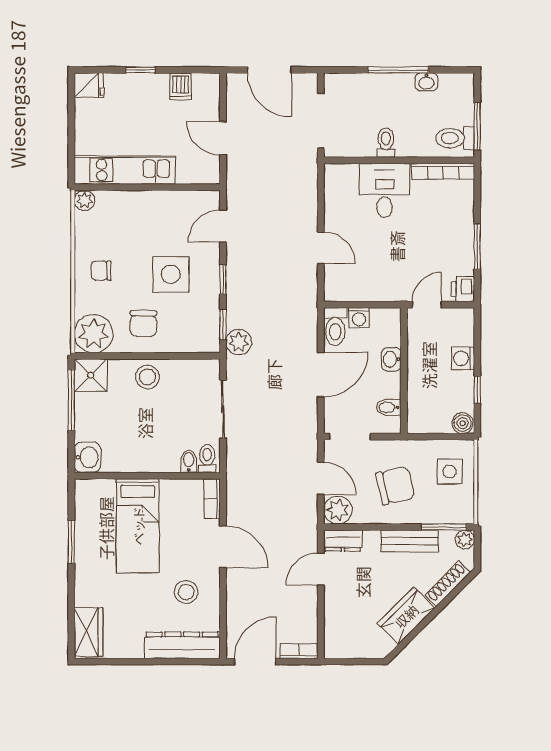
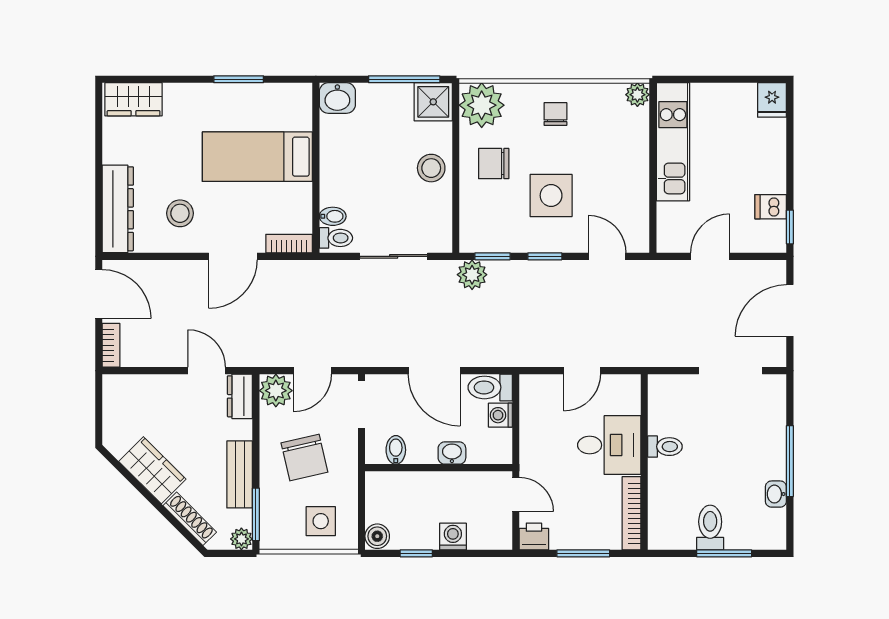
window: (140, 70) -> (790, 227), moved
toilet: (386, 143) -> (665, 447), moved
wall: (399, 160) -> (644, 462), moved
bookcase: (443, 171) -> (631, 513), moved
desk: (385, 190) -> (609, 445), moved

